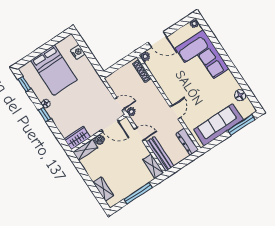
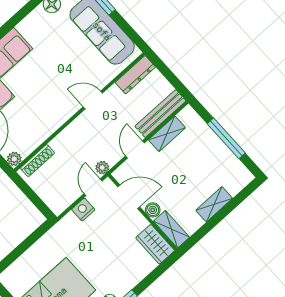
nightstand: (78, 52) -> (83, 210), moved
door: (110, 126) -> (129, 197), hinge flipped
shelving: (153, 166) -> (167, 134), moved
shelving: (103, 189) -> (214, 204), moved

